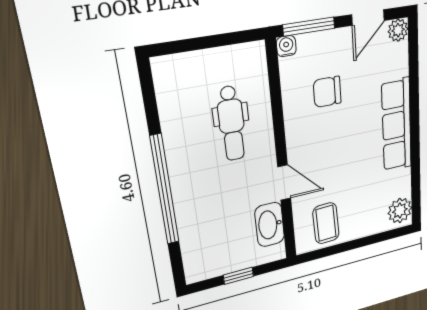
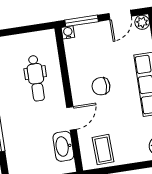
chair: (327, 92) -> (101, 86), moved
door: (284, 183) -> (72, 118), hinge flipped

